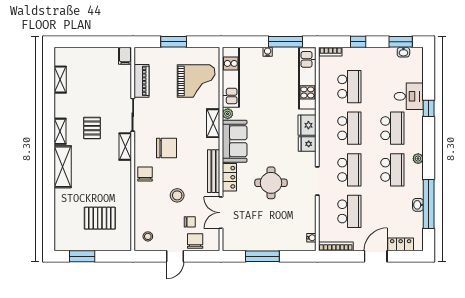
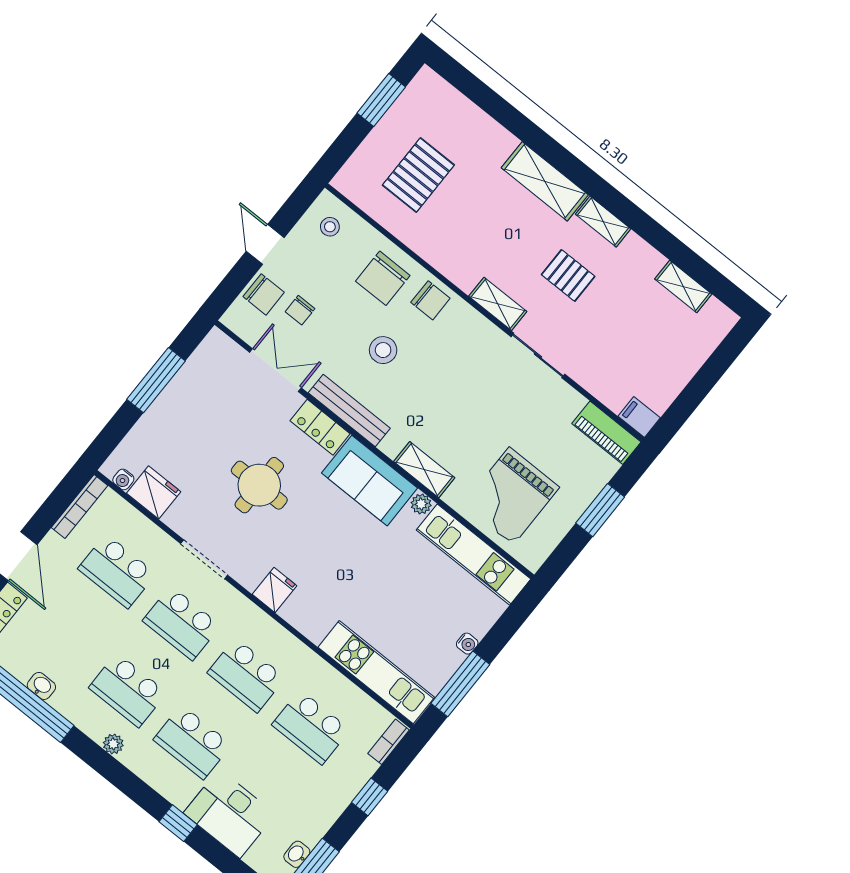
piano: (141, 81) -> (606, 433), moved
desk: (409, 96) -> (229, 814), width x1.37
fridge: (307, 125) -> (154, 492), moved
chair: (166, 148) -> (383, 278), moved
stool: (177, 195) -> (383, 350), moved

